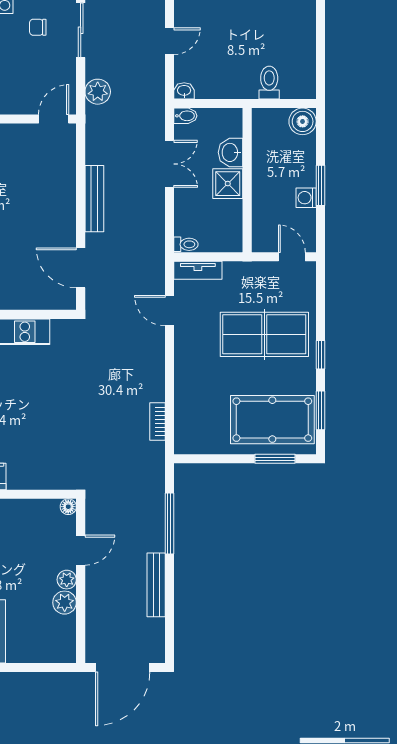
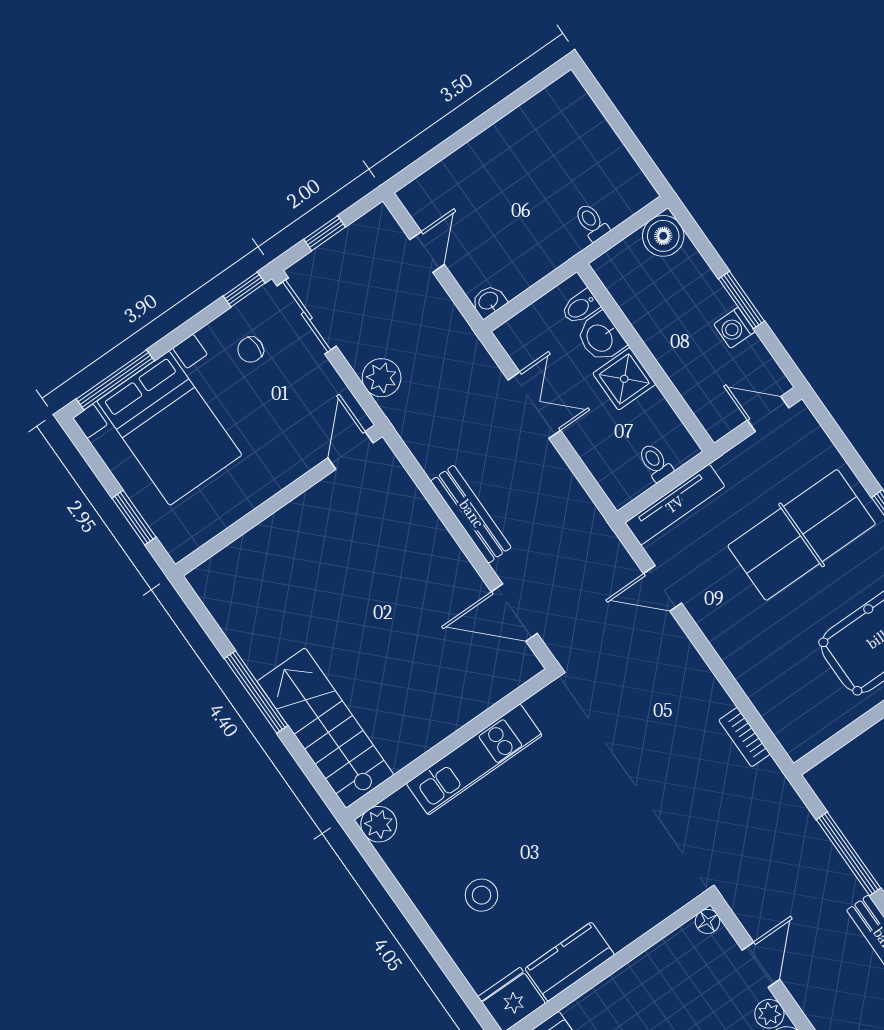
toilet: (269, 83) -> (592, 222), width x0.73, depth x0.72
bidet: (185, 116) -> (580, 307), moved, turned 180
toilet: (186, 244) -> (655, 462), moved, turned -90
tv unit: (198, 270) -> (675, 505), width x1.41

